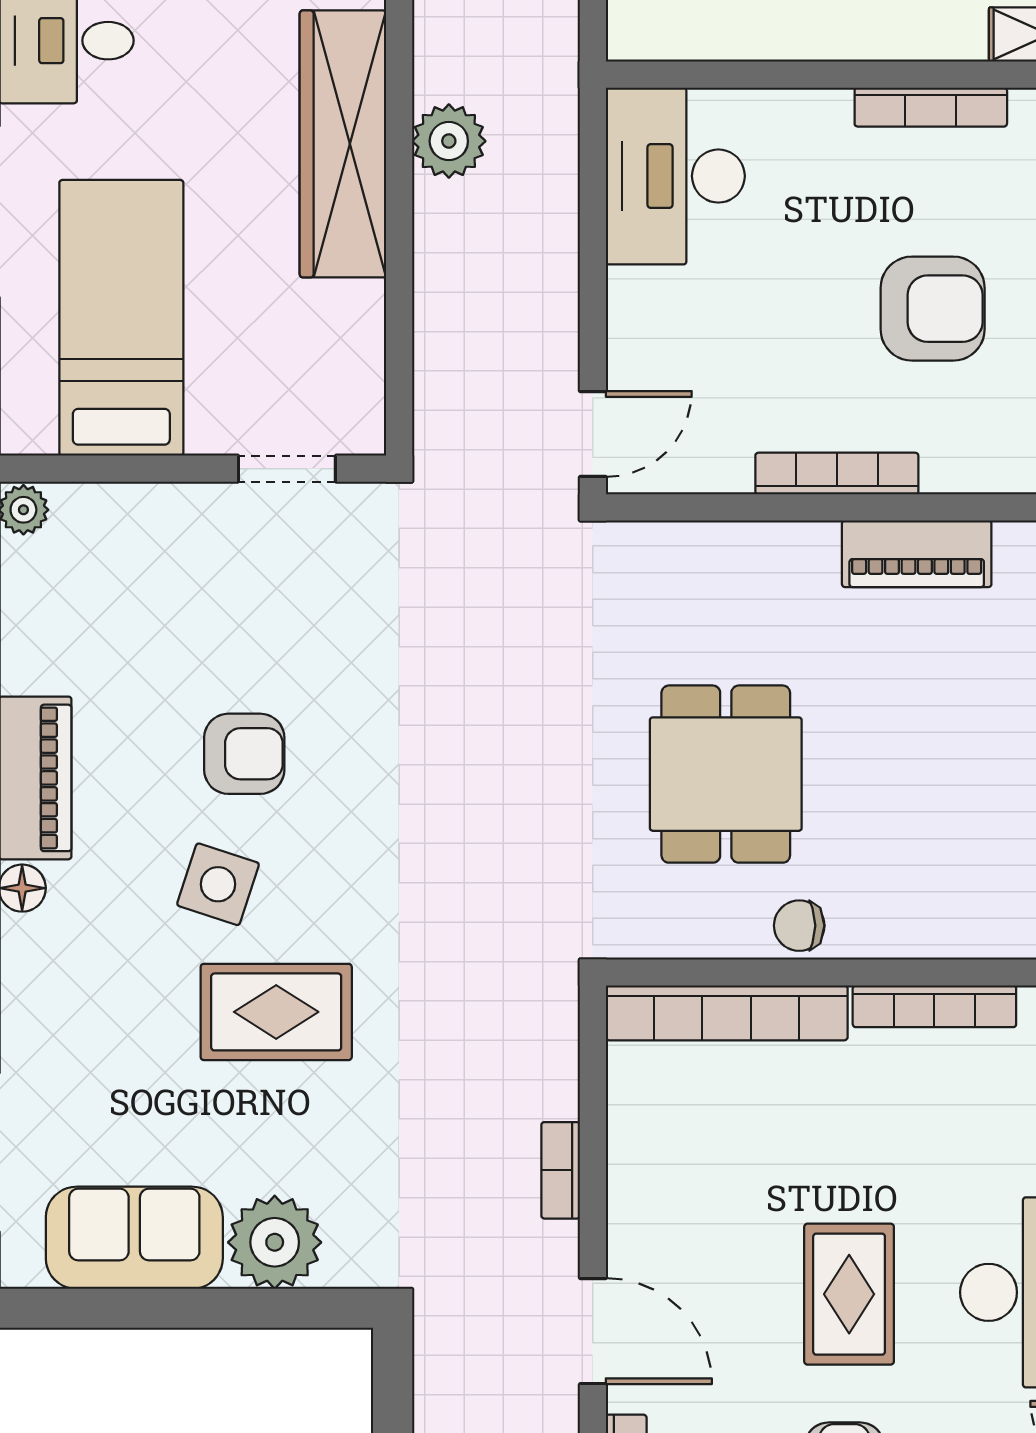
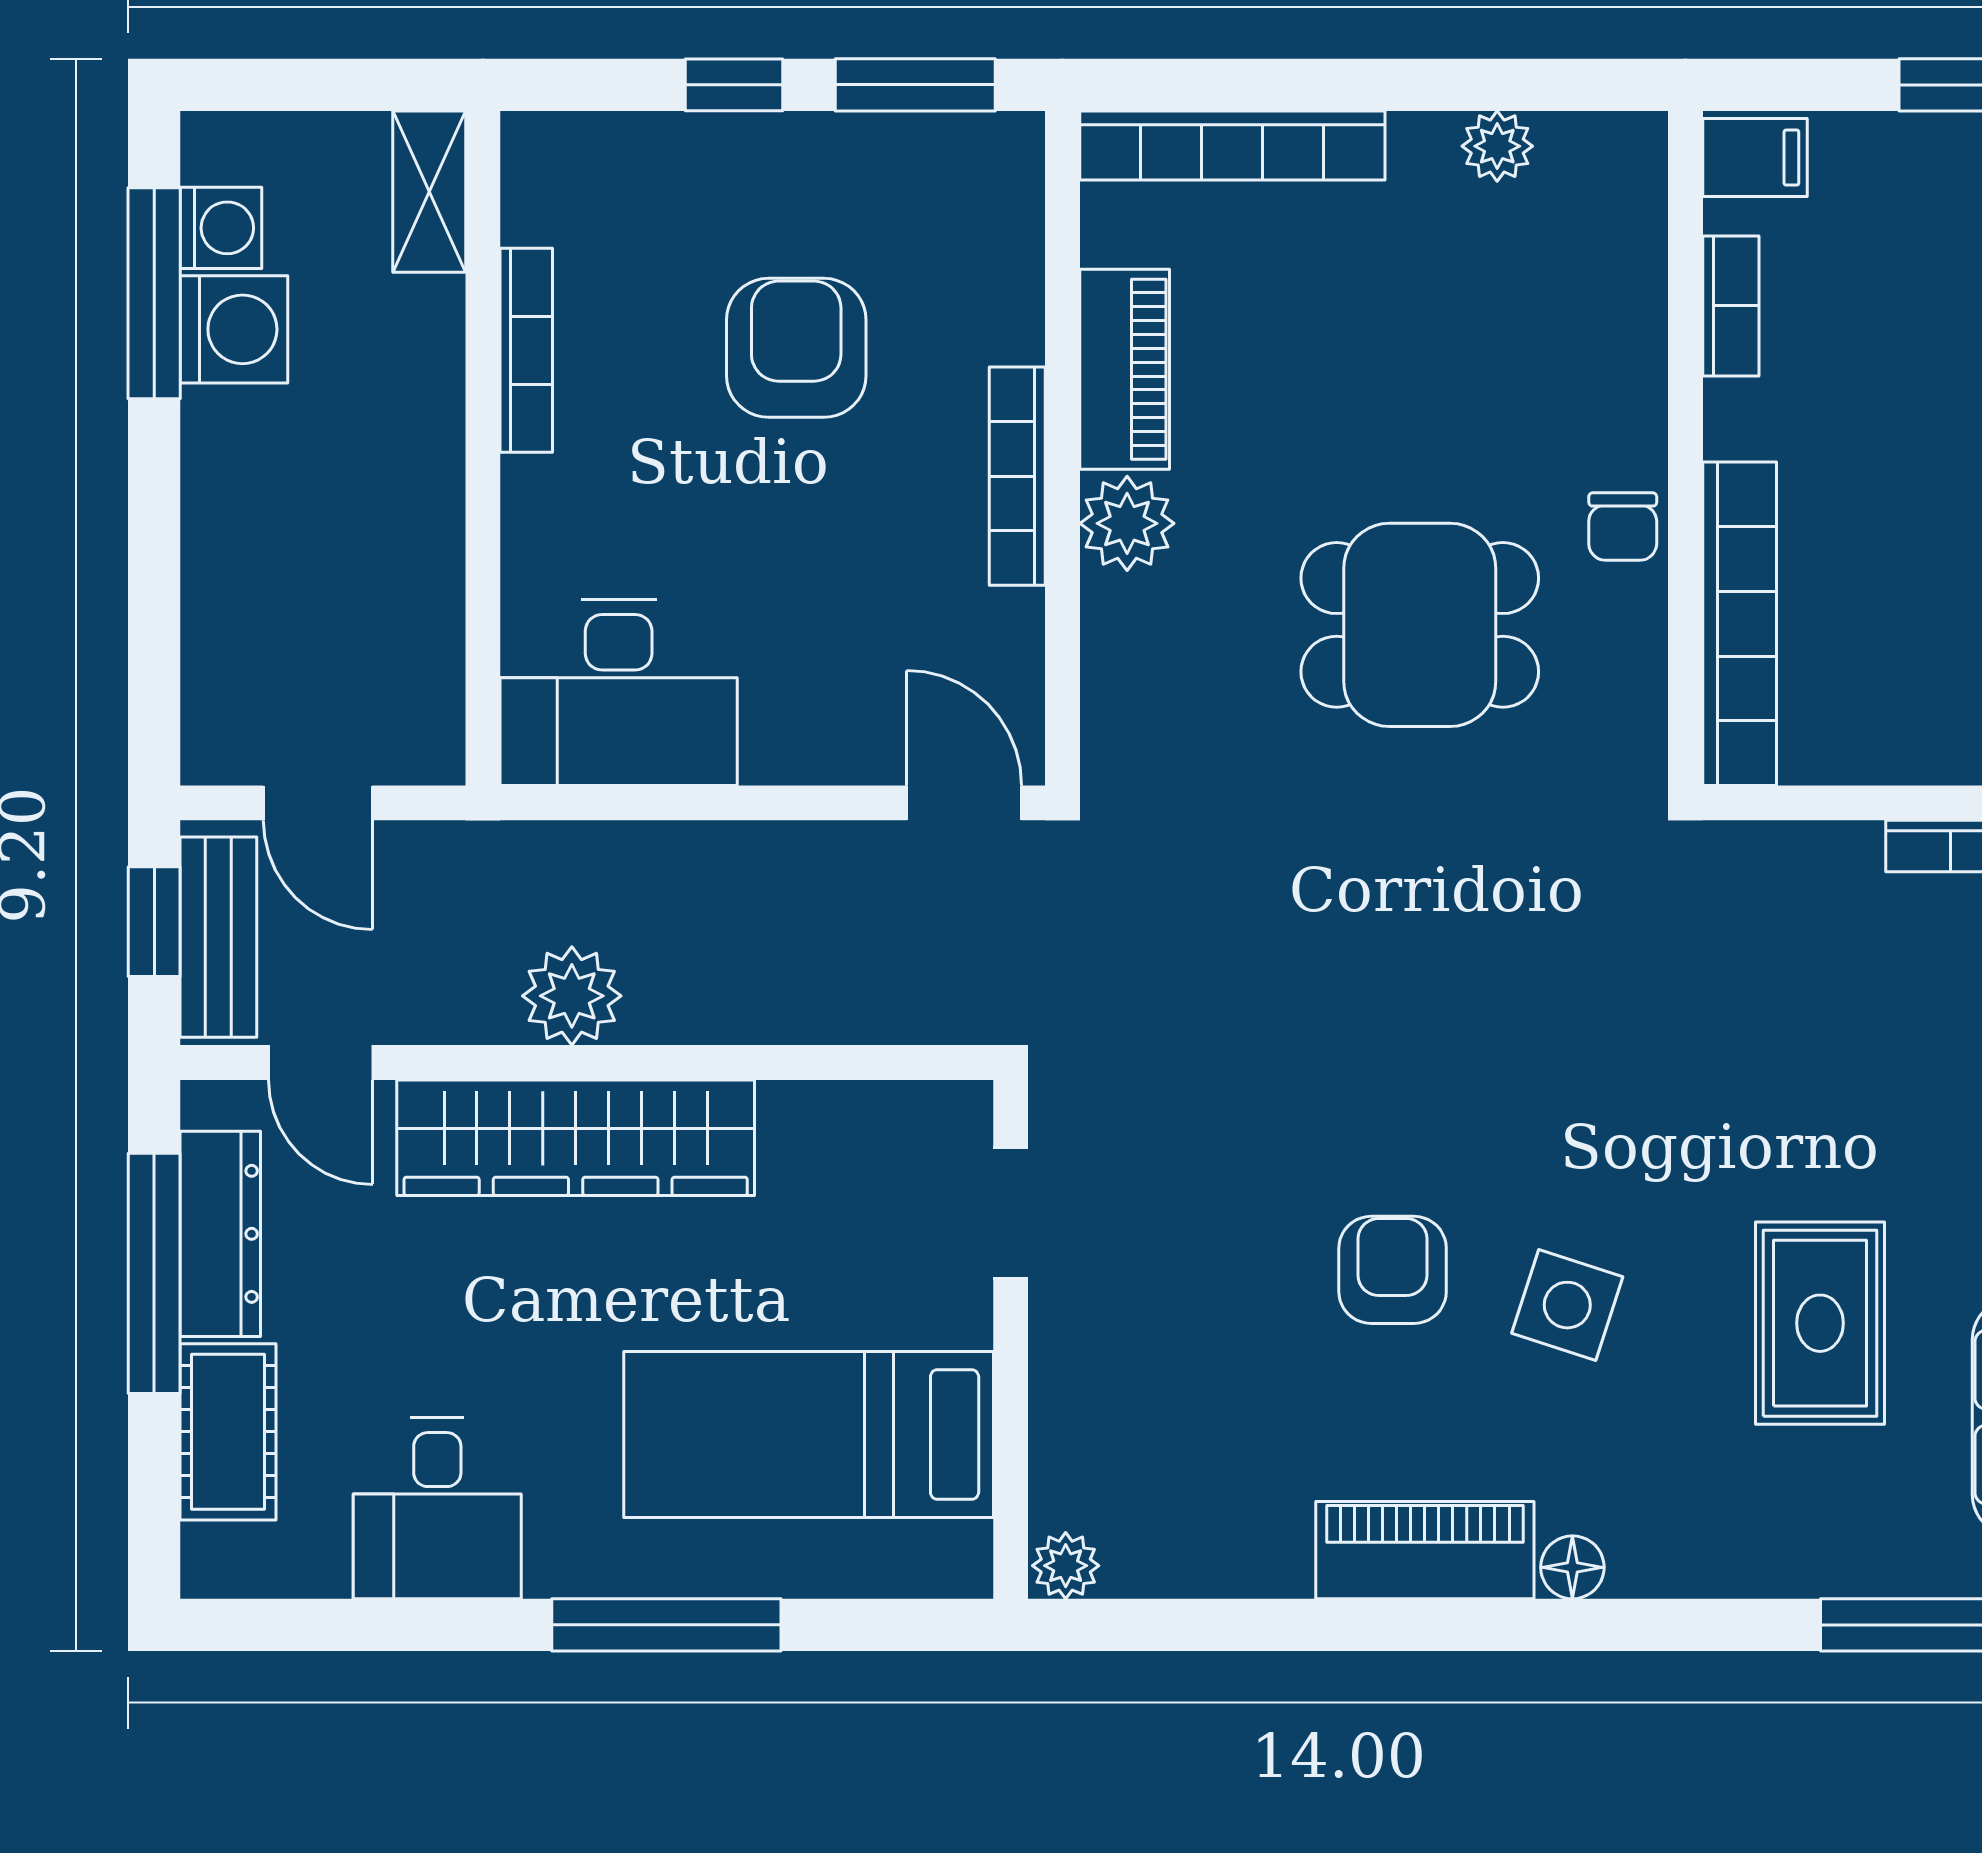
plant: (802, 556) -> (1127, 523), added
bookcase: (934, 1006) -> (1731, 306), width x0.64
rug: (276, 1012) -> (1820, 1323), moved

